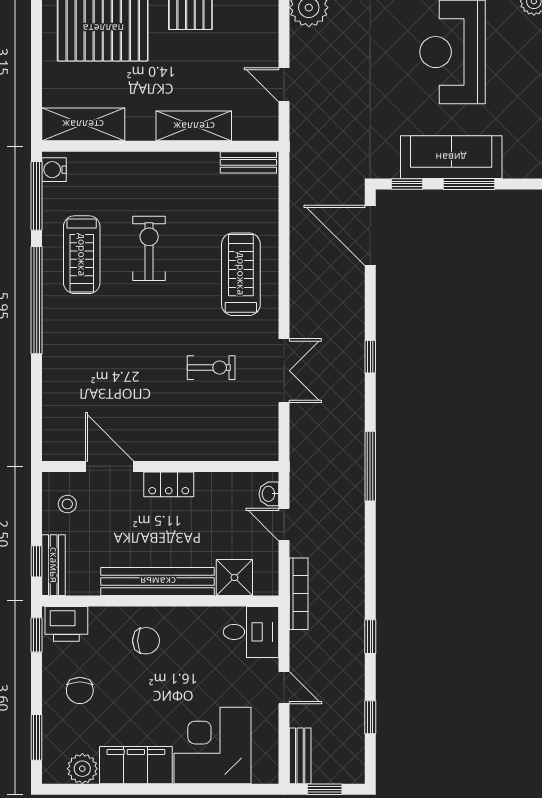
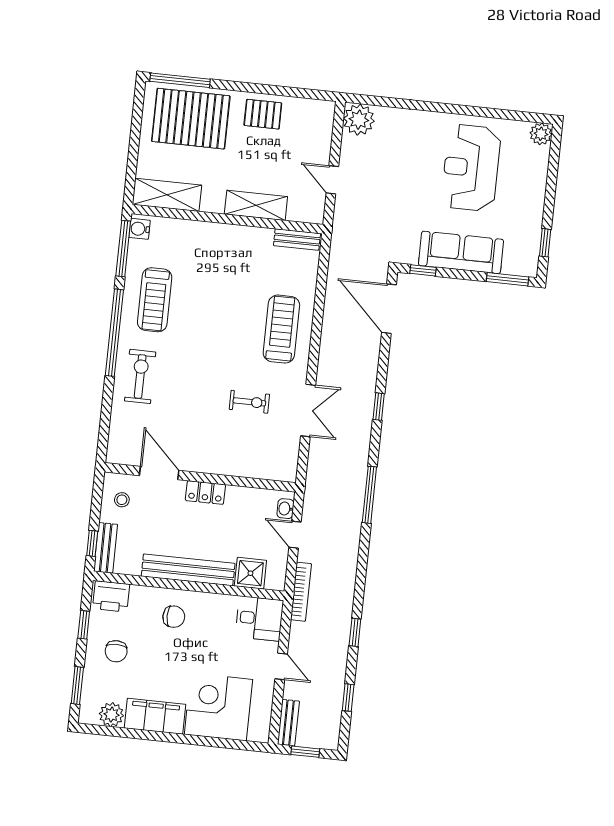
window: (469, 184) -> (508, 279), moved
exercise bike: (149, 248) -> (140, 376), moved
window: (37, 635) -> (84, 625), moved

